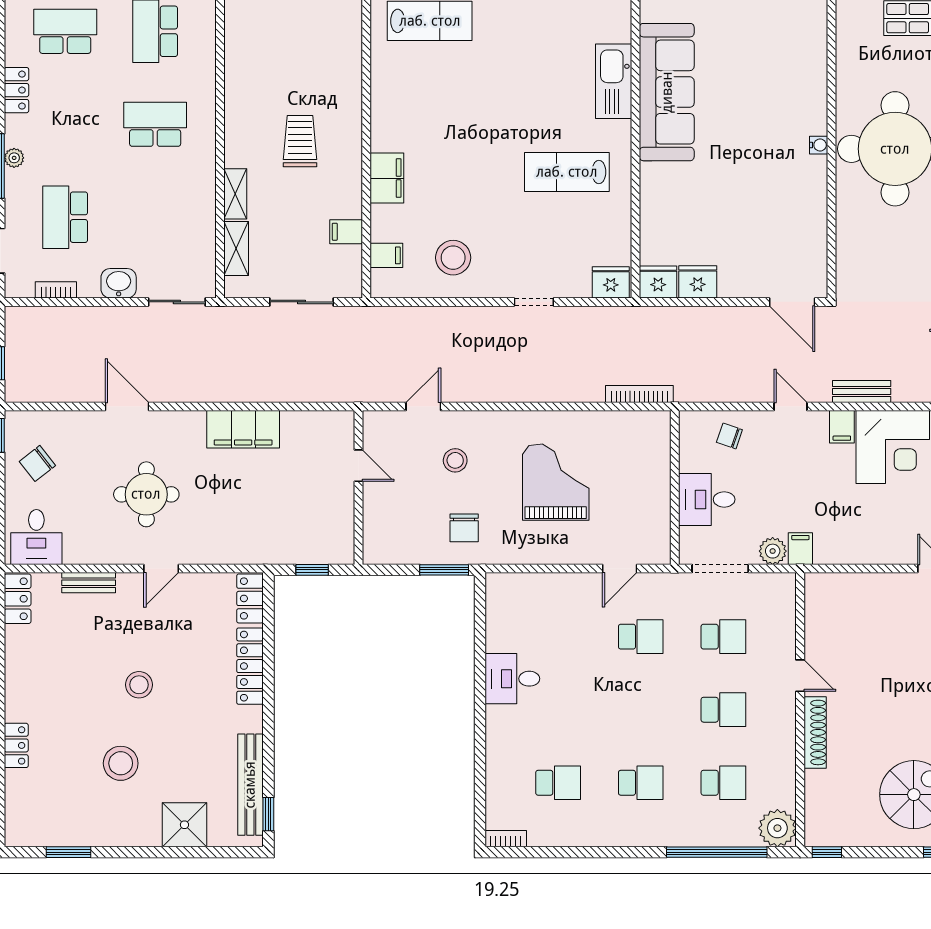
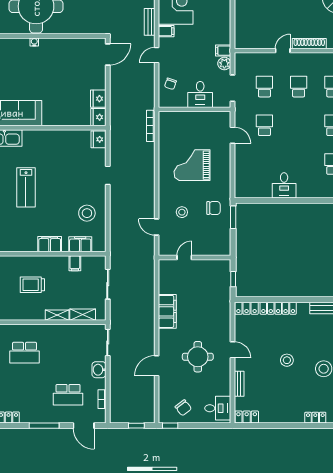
school desk: (155, 124) -> (25, 353), turned -90
plant: (14, 158) -> (40, 419), removed
lab bench: (567, 172) -> (26, 187), moved
filing cabinet: (386, 255) -> (80, 244), width x2.00

